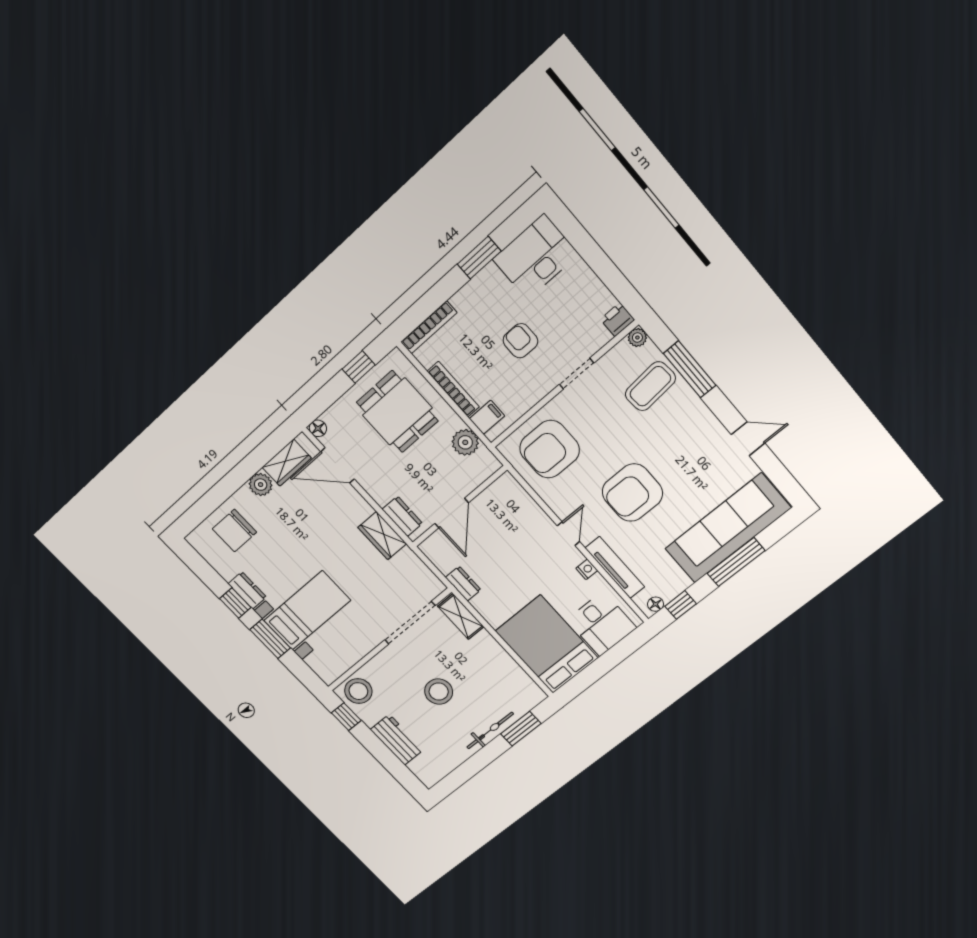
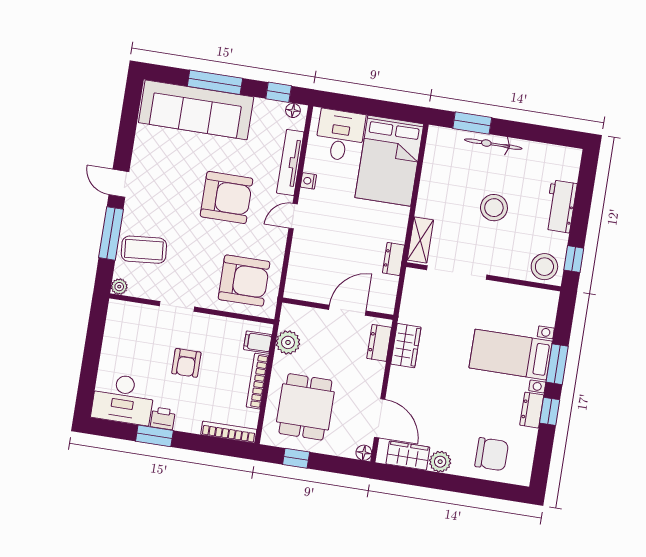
printer: (617, 320) -> (163, 418), moved, turned 180
door: (748, 439) -> (119, 183), moved

